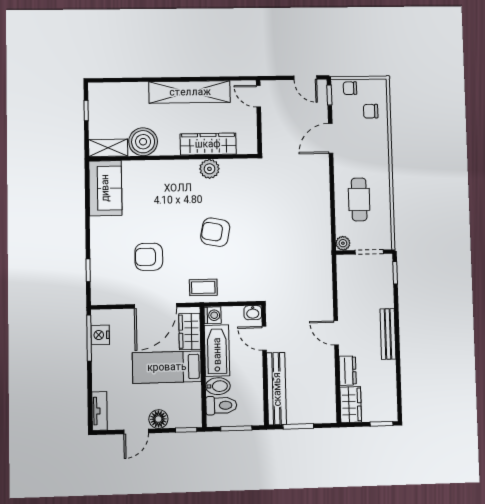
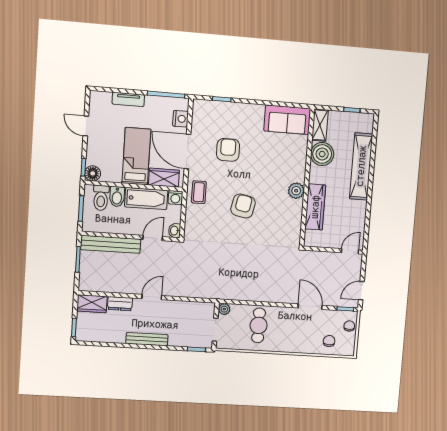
shelving: (190, 92) -> (361, 166), moved
plant: (209, 169) -> (296, 191), moved
cafe table: (359, 199) -> (259, 325), turned 90
nightstand: (100, 335) -> (181, 119), moved, turned 90
tv unit: (100, 411) -> (128, 99), moved
floor lamp: (158, 419) -> (93, 173), moved

